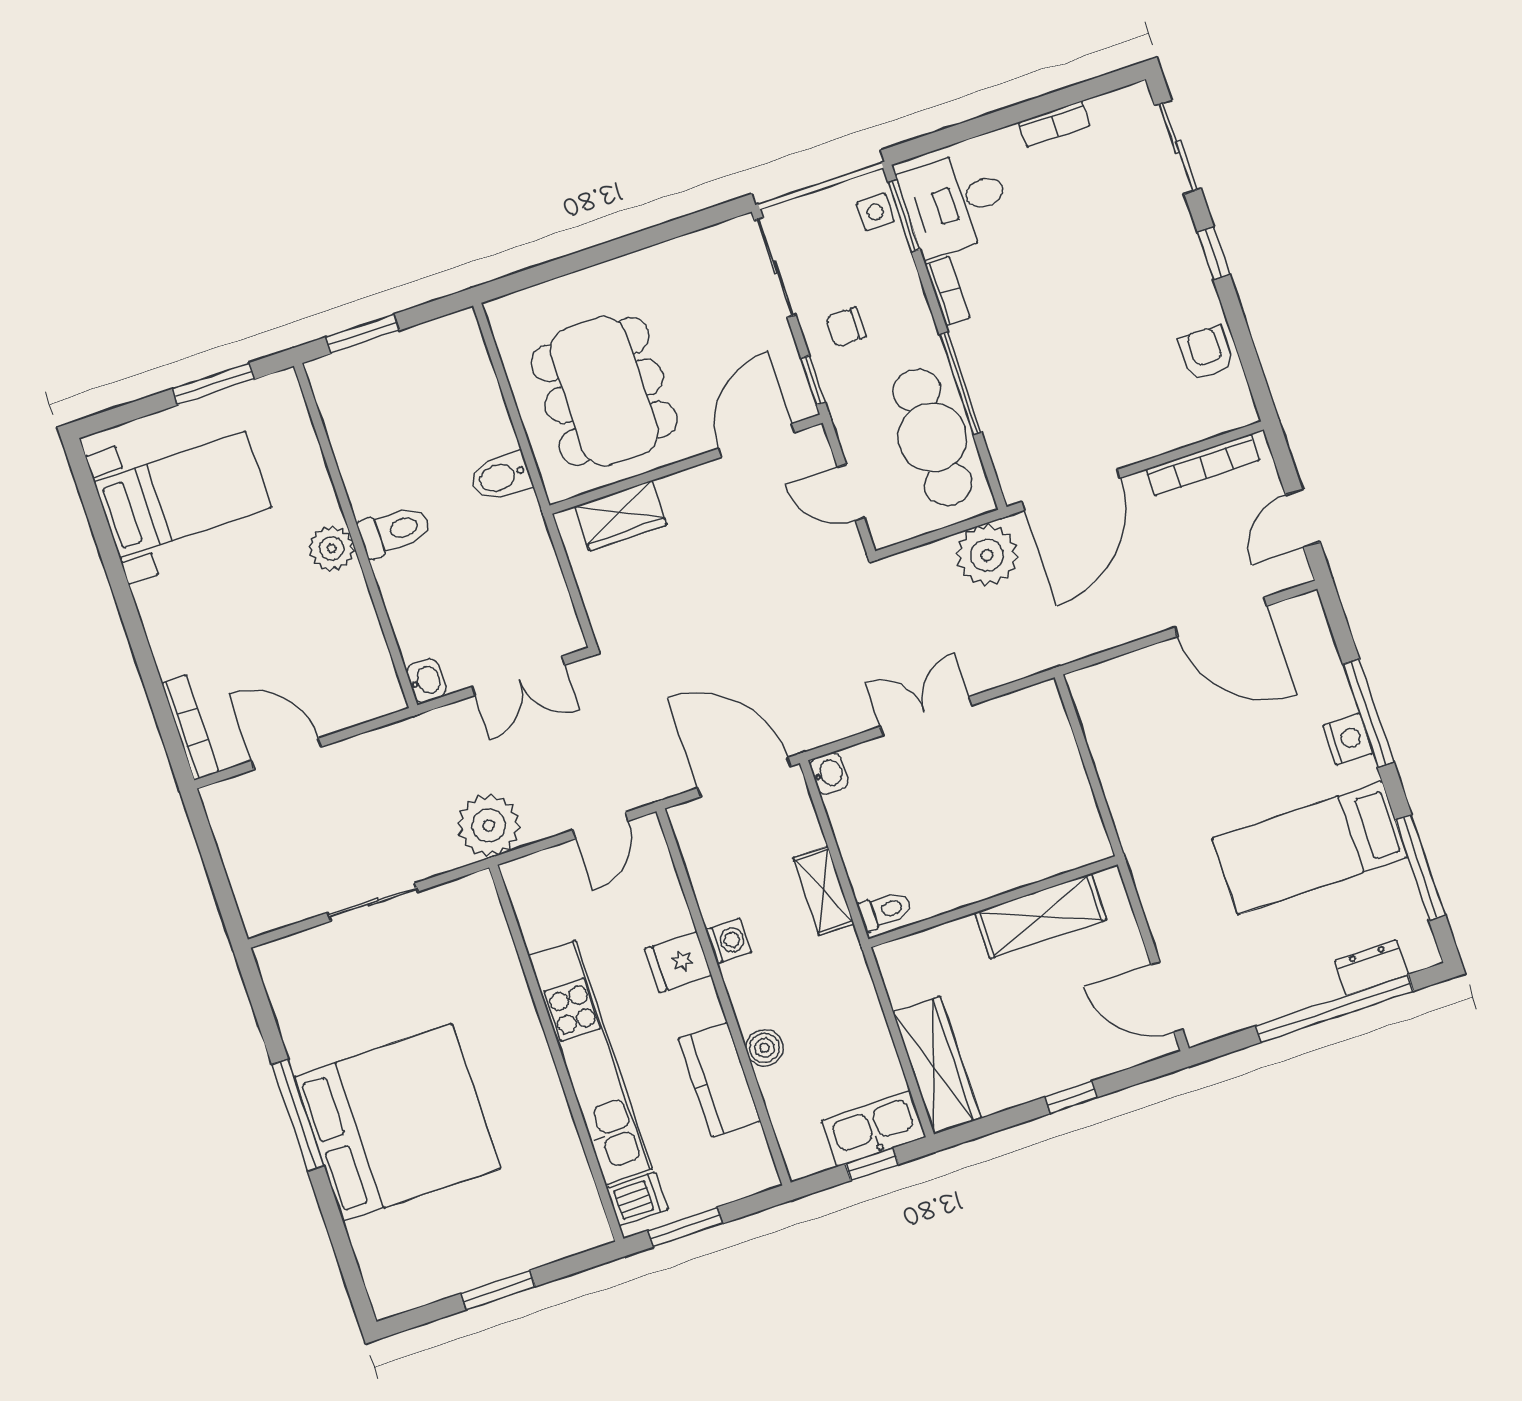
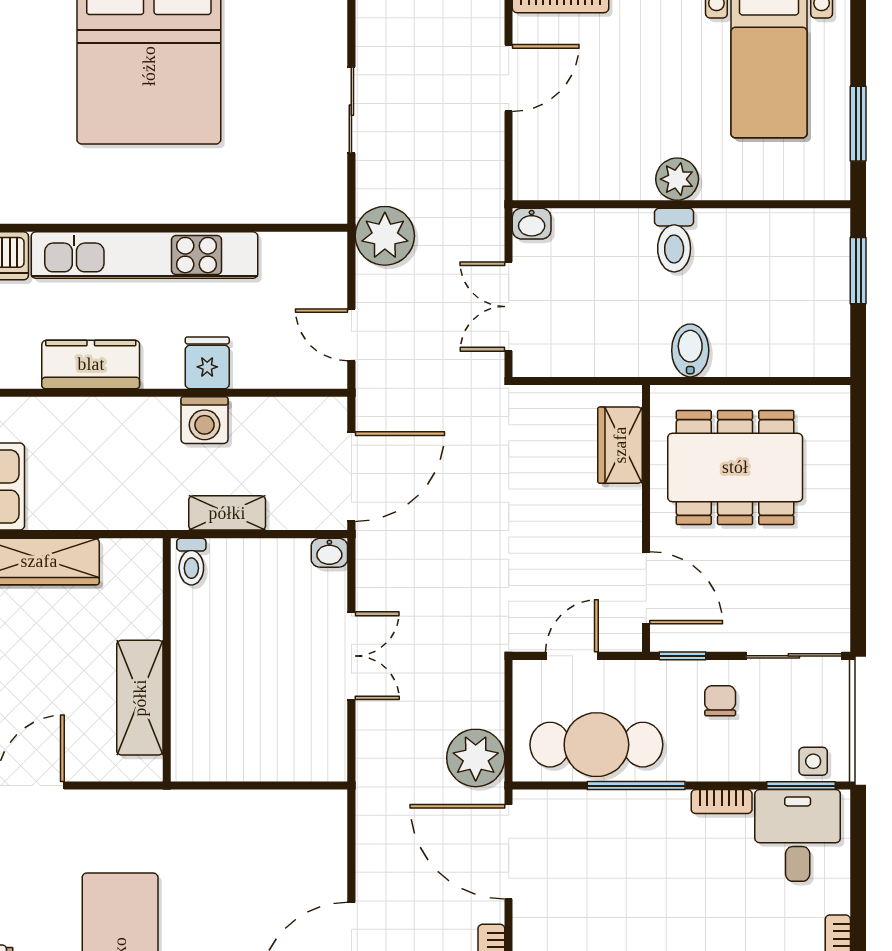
washing machine: (728, 941) -> (205, 420), width x1.38, depth x1.38
boiler: (765, 1048) -> (106, 414), removed

